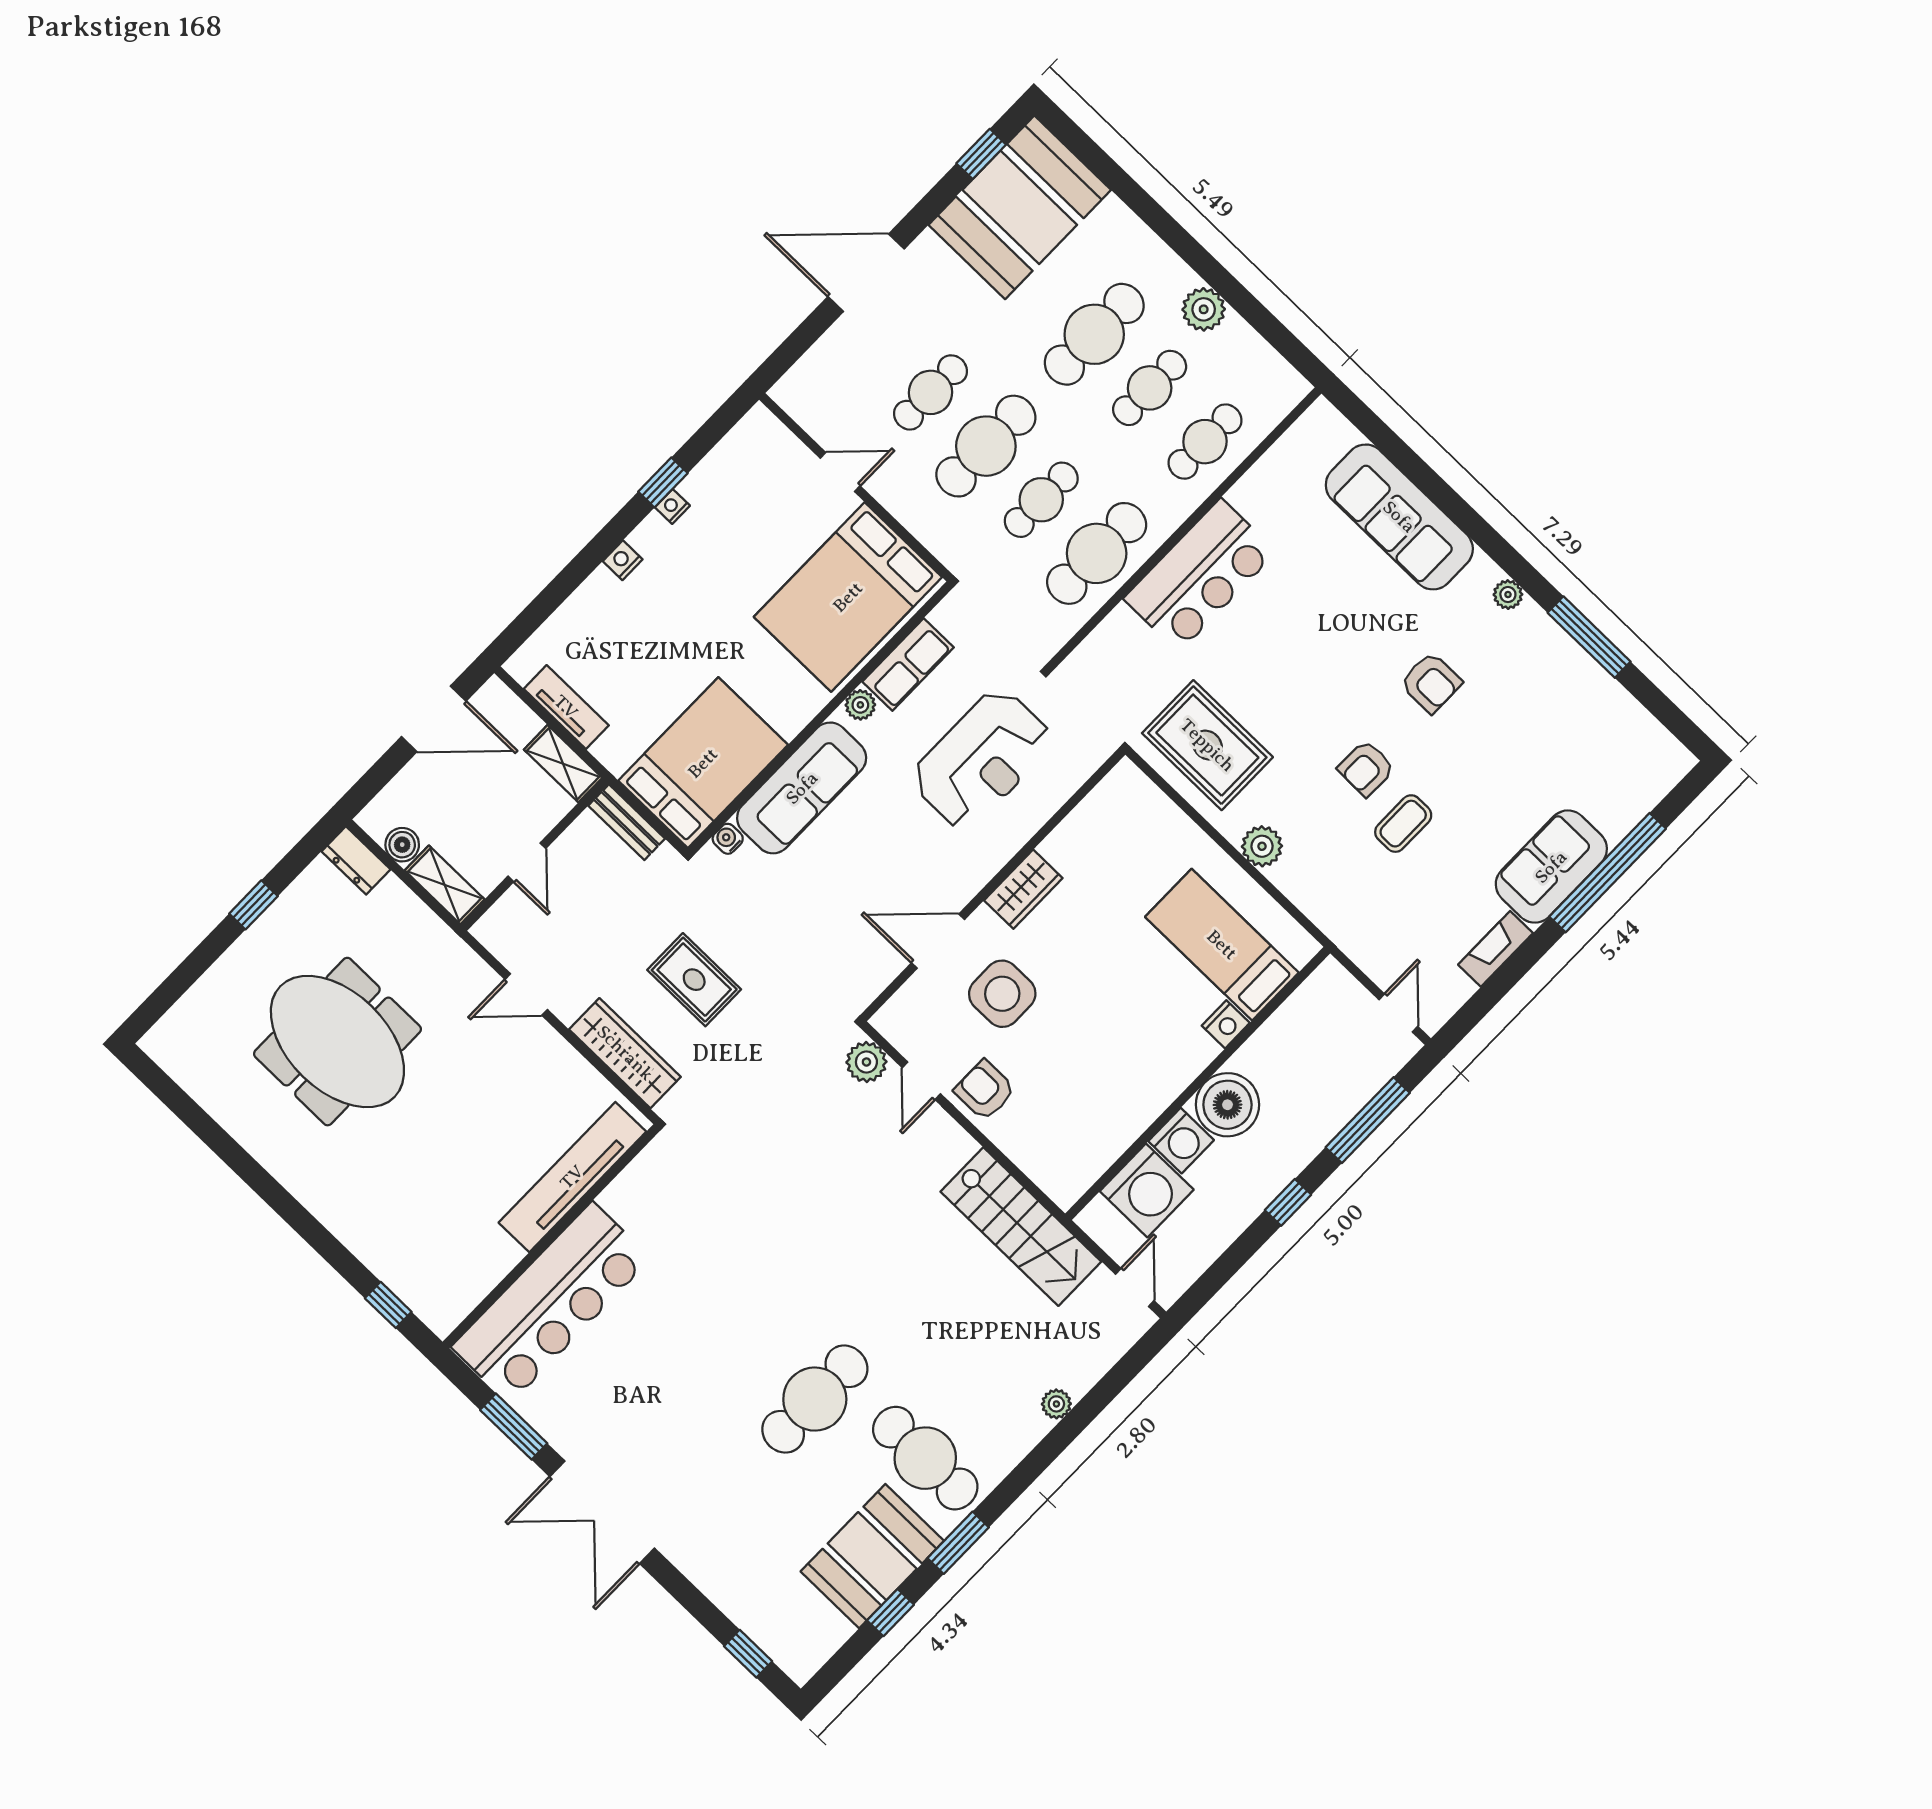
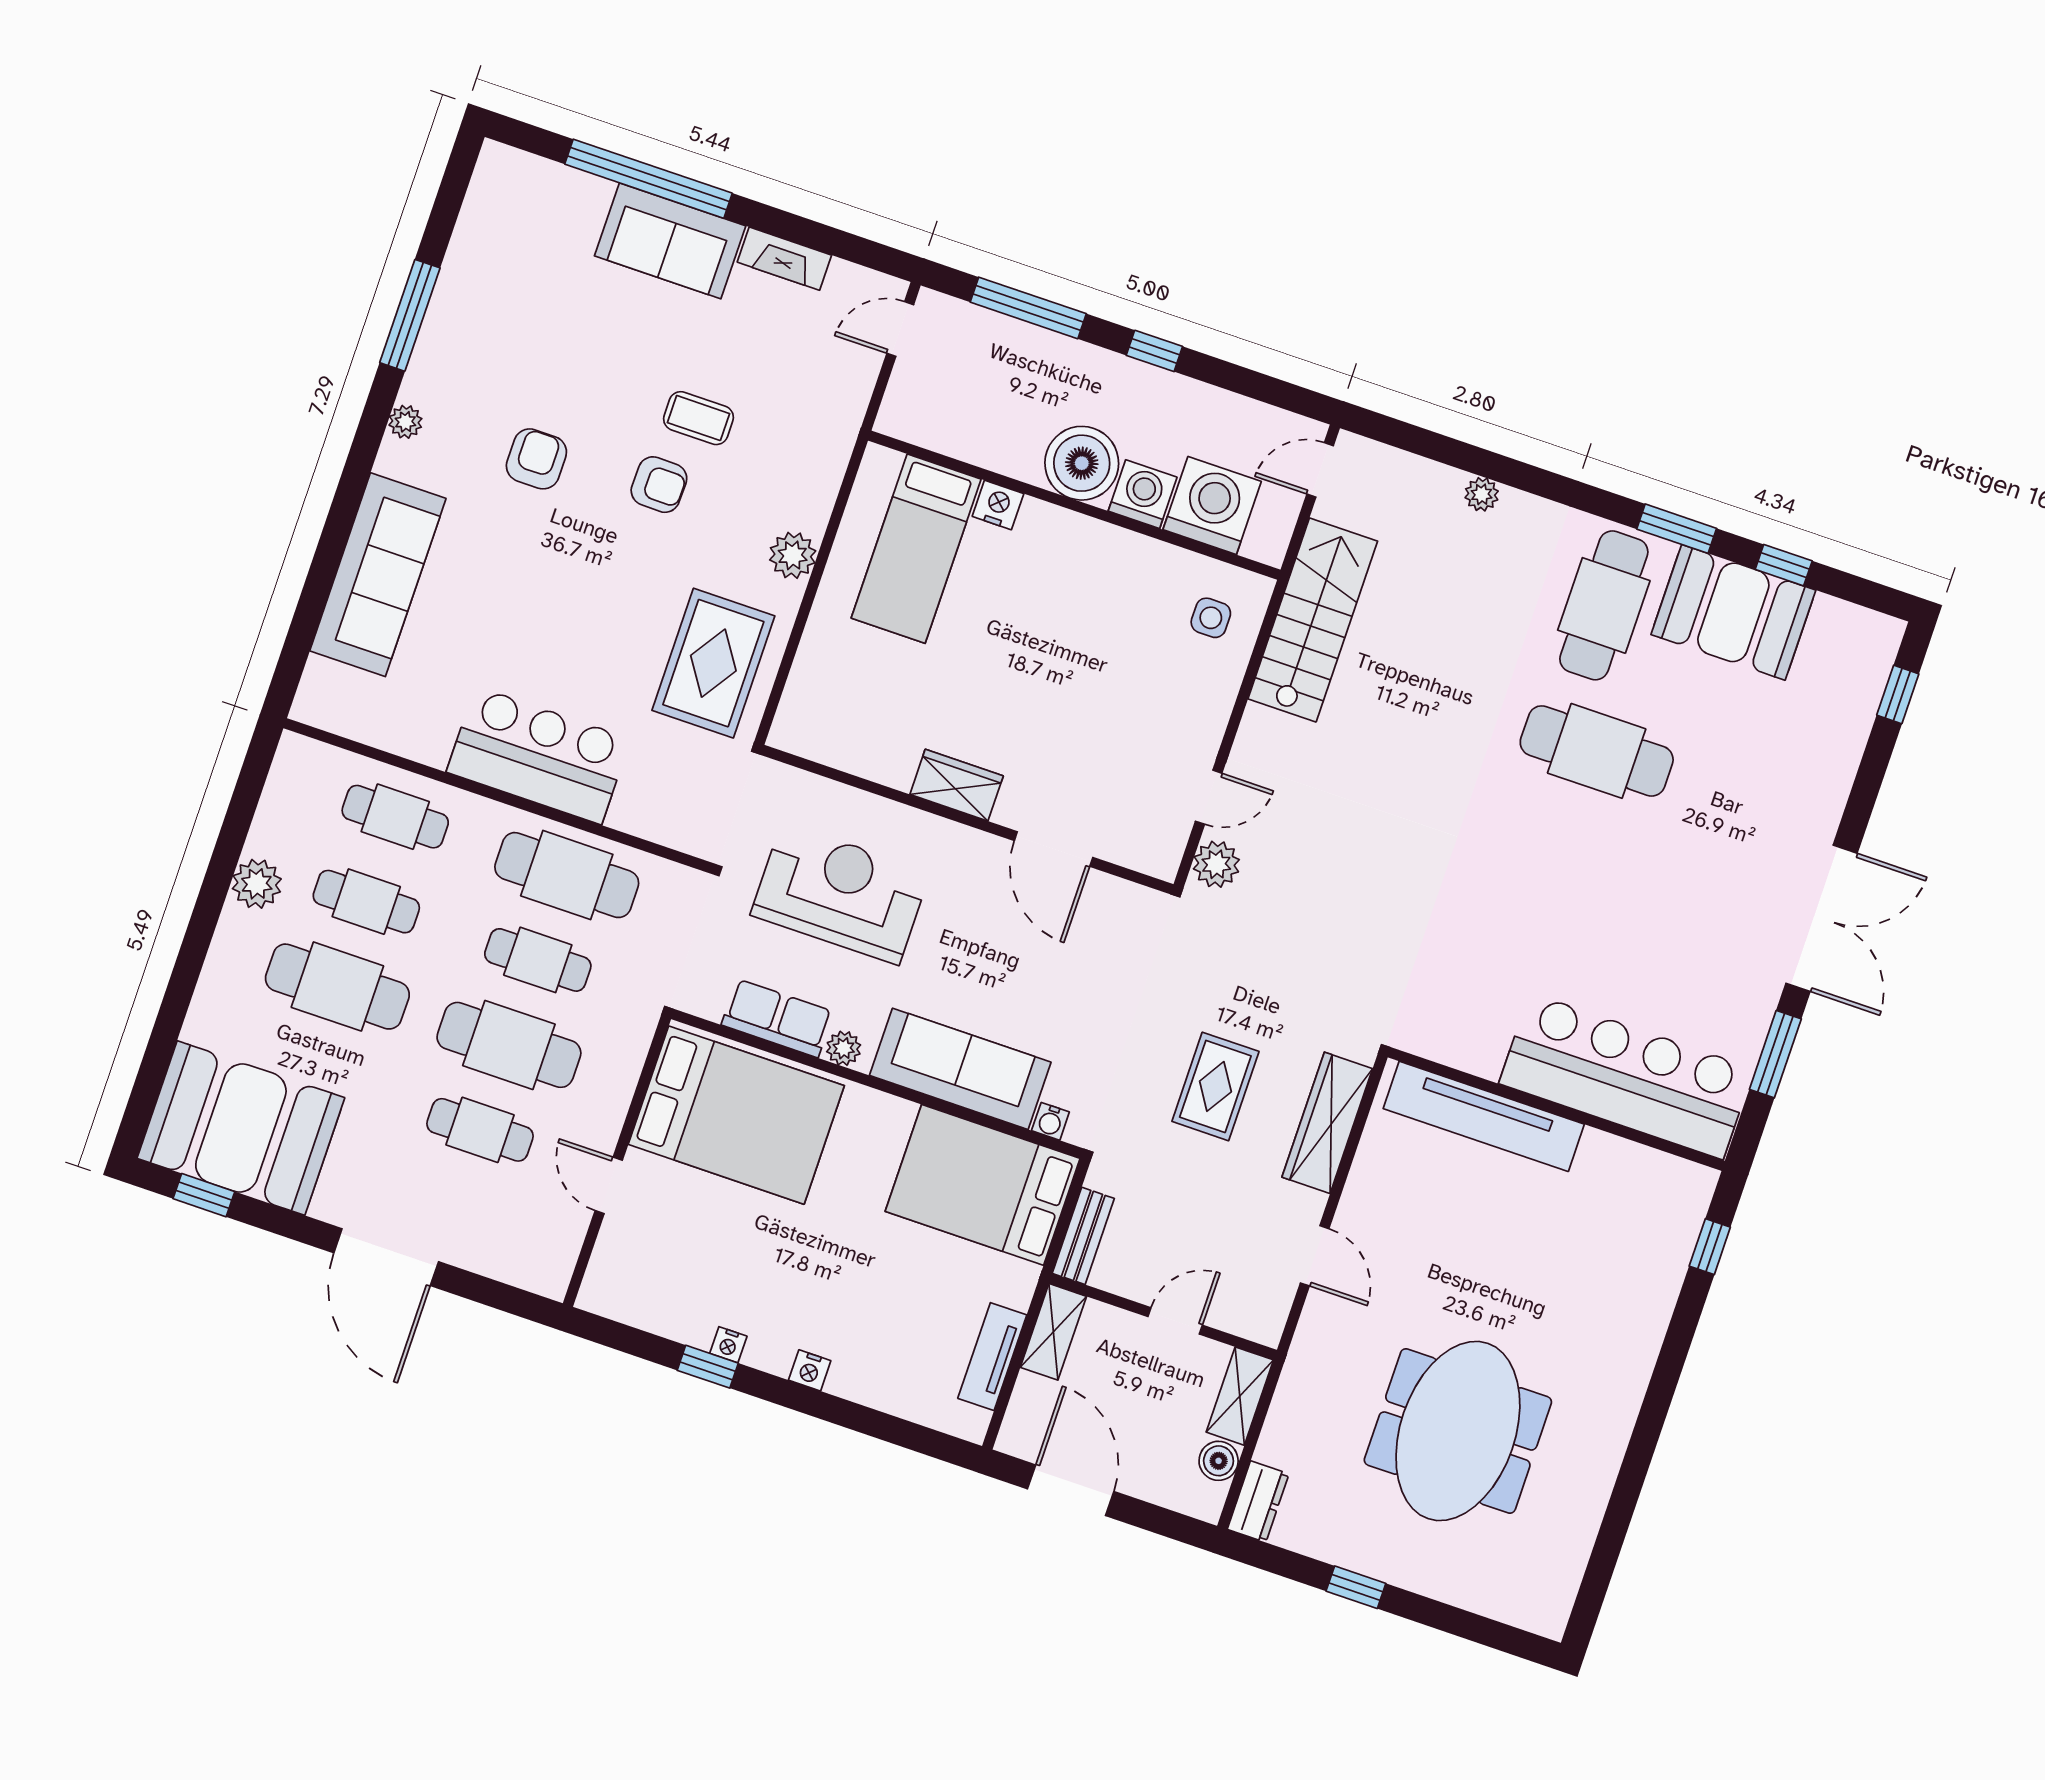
side table: (1002, 994) -> (1211, 618), moved, width x0.54, depth x0.54
armchair: (985, 1090) -> (1187, 726), removed

